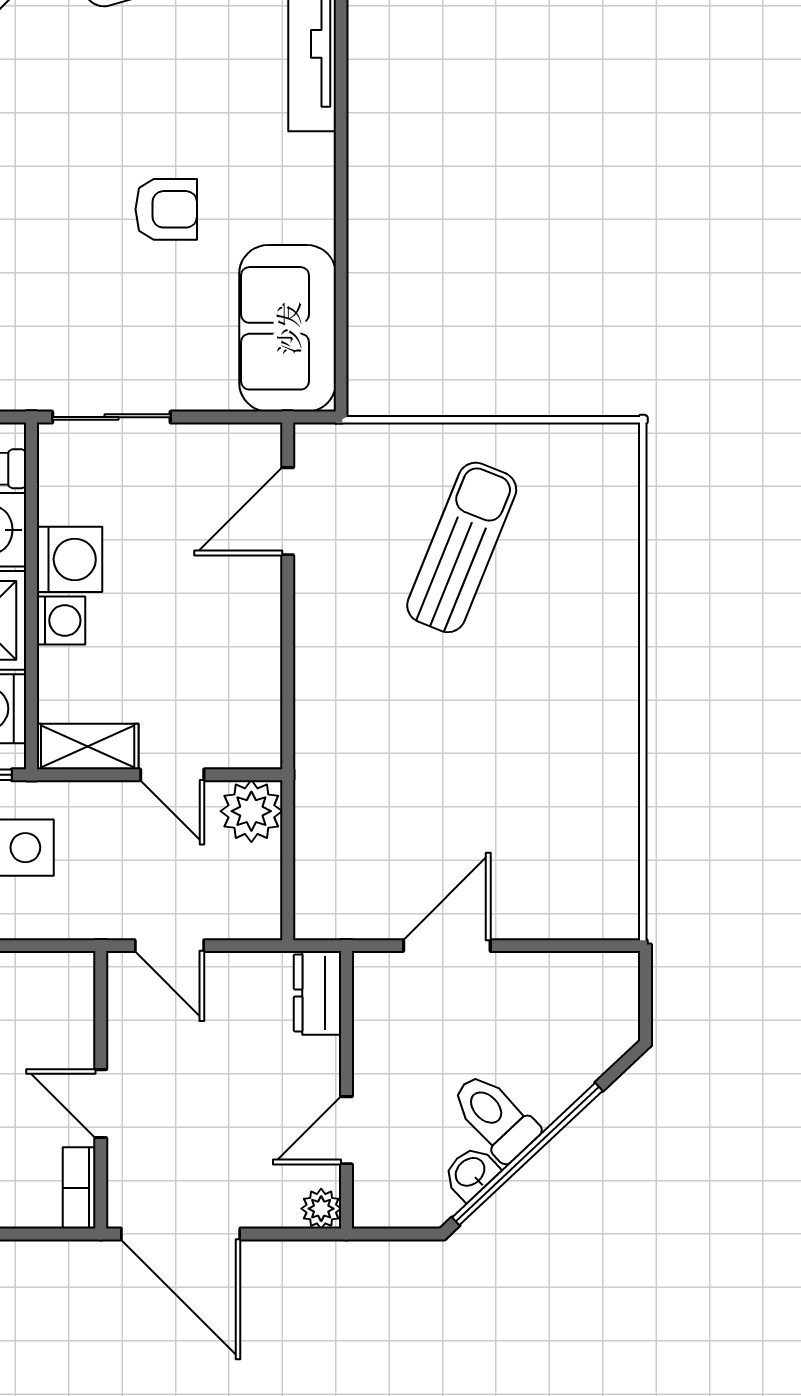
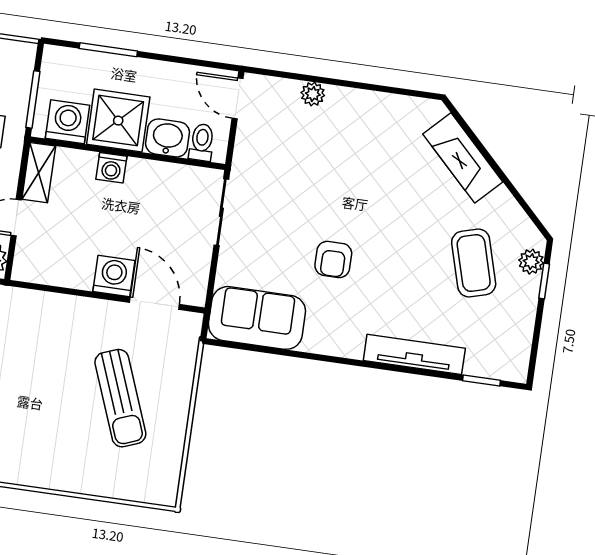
sun lounger: (462, 547) -> (120, 398), turned 47
washing machine: (69, 559) -> (114, 276), moved, turned 180

